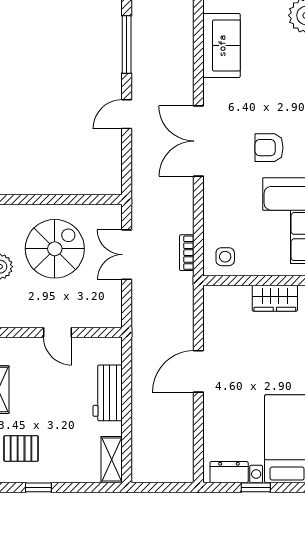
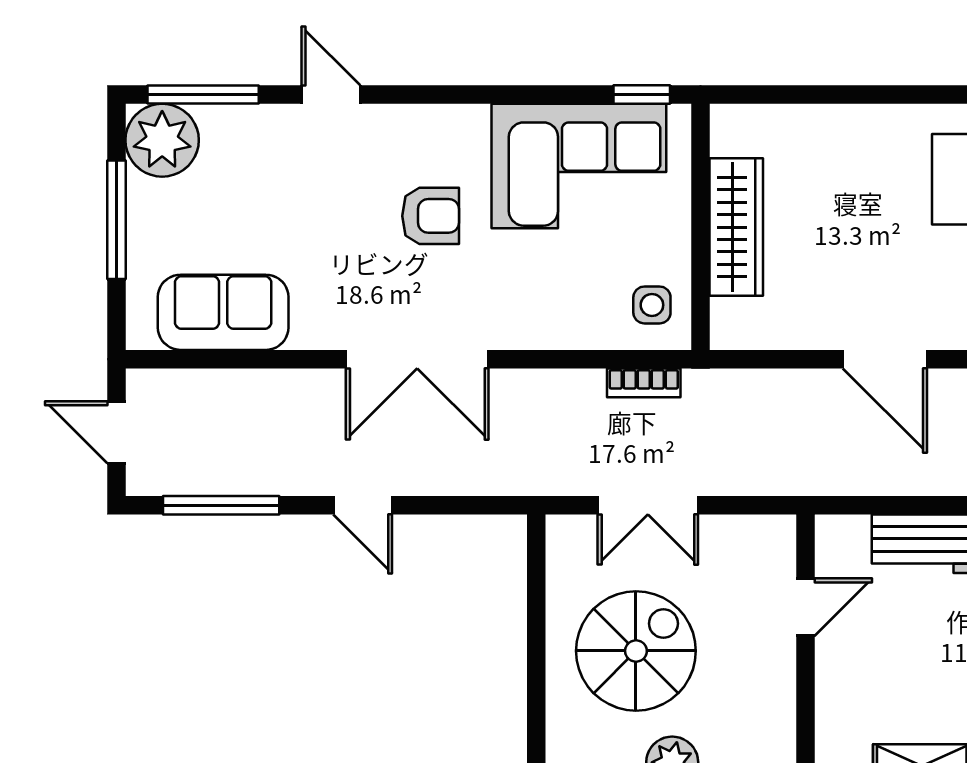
armchair: (269, 148) -> (431, 216), turned -90
spiral stairs: (55, 249) -> (636, 651), turned 90
wardrobe: (275, 298) -> (736, 227), width x1.50
door: (57, 332) -> (806, 607), moved

